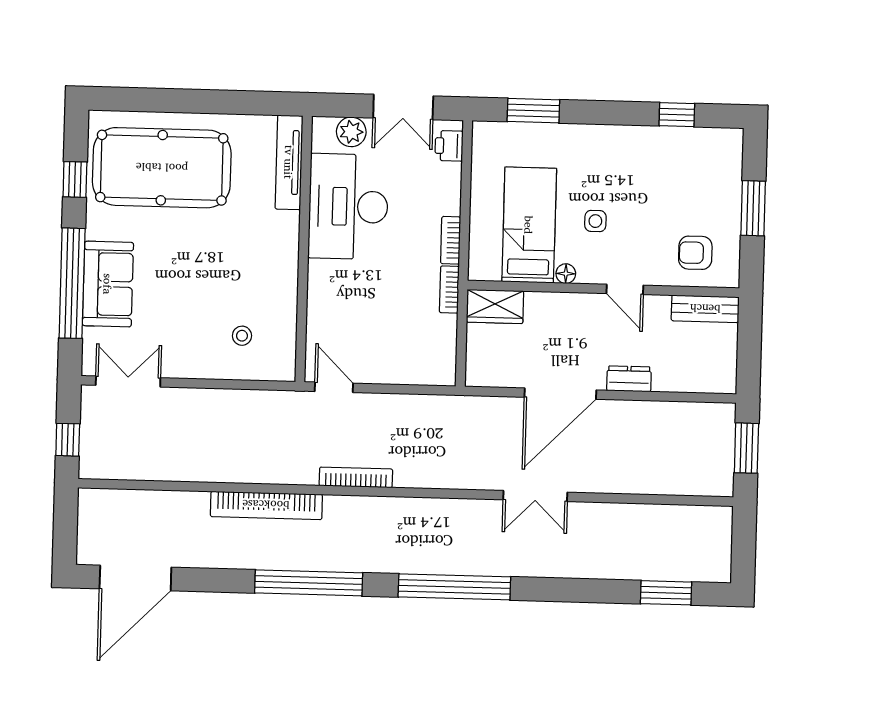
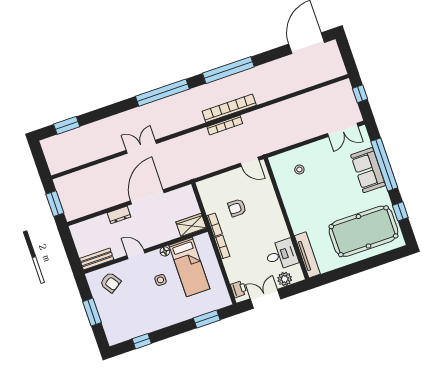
desk: (348, 207) -> (281, 255), width x0.53, depth x0.77
armchair: (695, 253) -> (110, 282), turned 56
armchair: (393, 306) -> (237, 208), added
bookcase: (266, 505) -> (229, 108), moved

